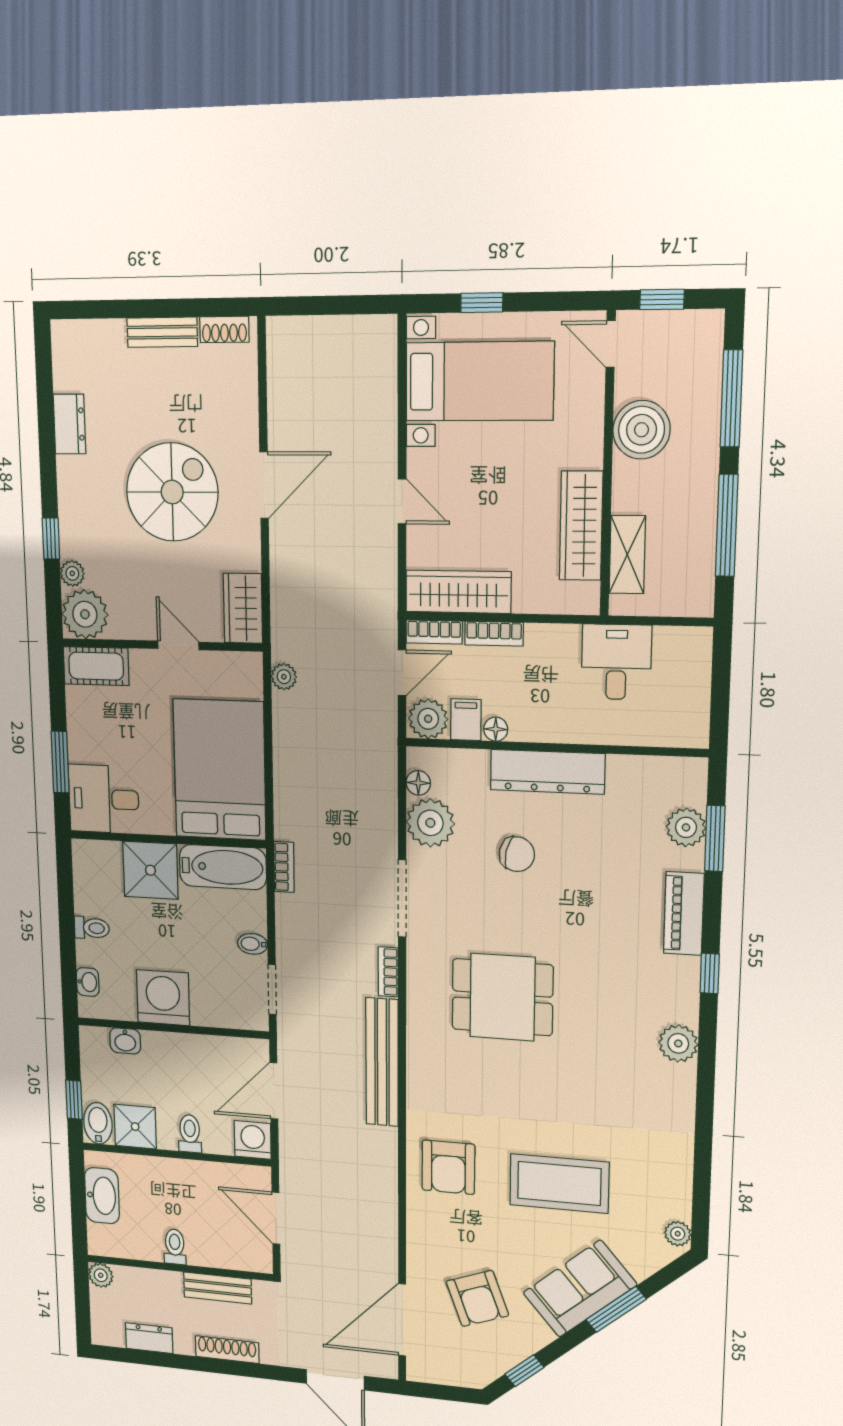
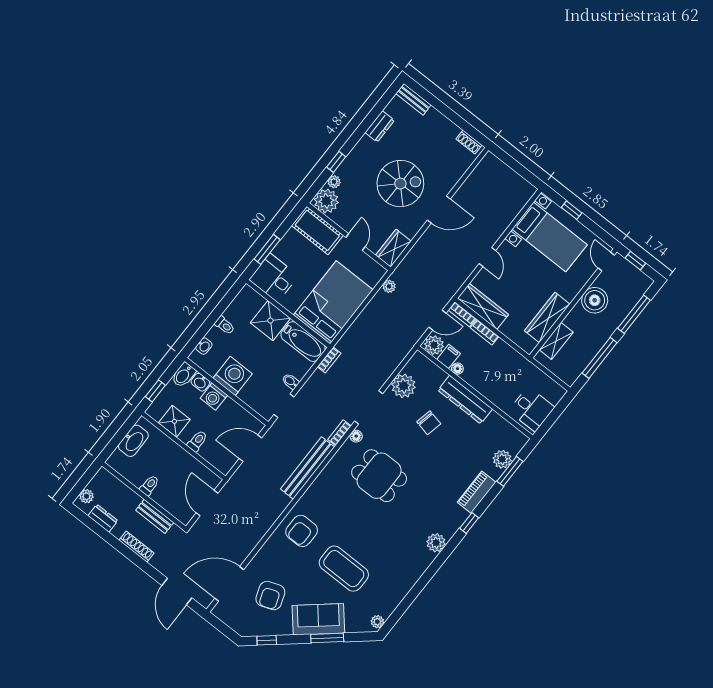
bench: (162, 332) -> (413, 99), moved
desk: (616, 662) -> (532, 409), moved, turned 90
cot: (96, 666) -> (317, 230), width x1.37, depth x1.34
floor lamp: (418, 783) -> (356, 436), moved
bidet: (98, 1123) -> (183, 375), moved, turned 180
washing machine: (253, 1140) -> (214, 397), moved, turned 180
plant: (101, 1275) -> (86, 496), moved

